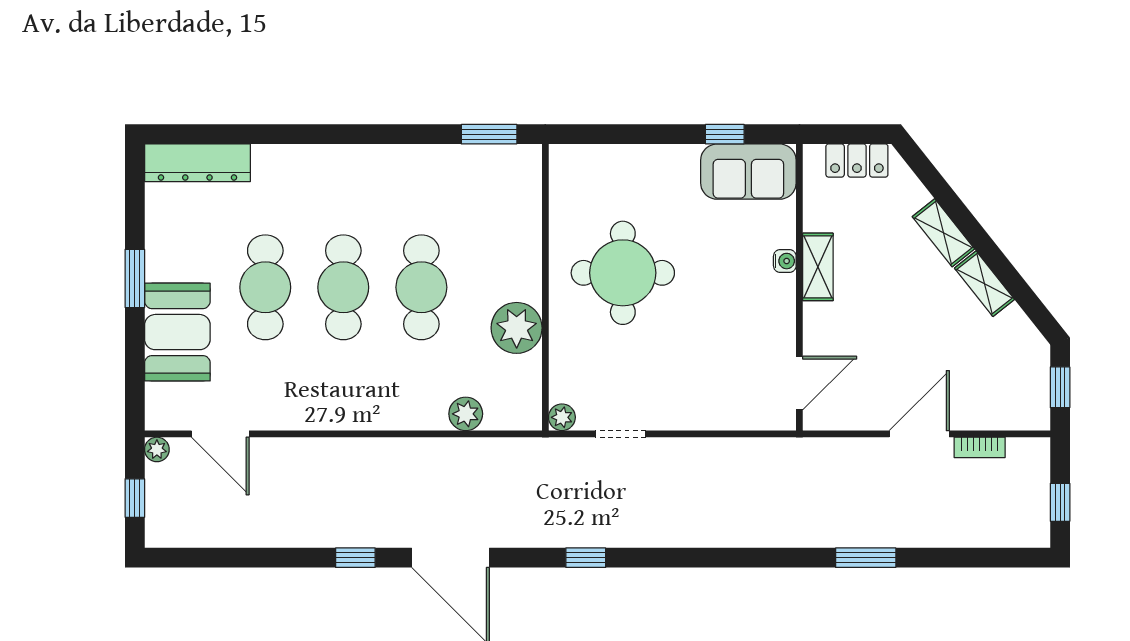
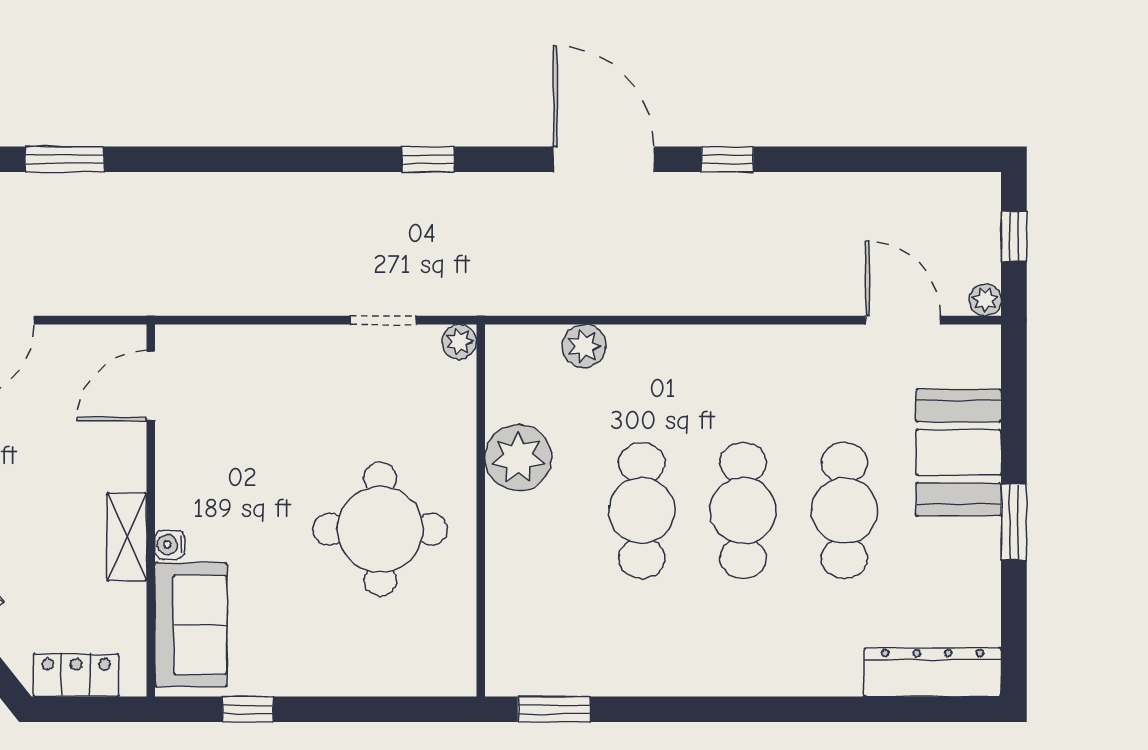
sofa: (748, 172) -> (191, 625), moved, turned 90

